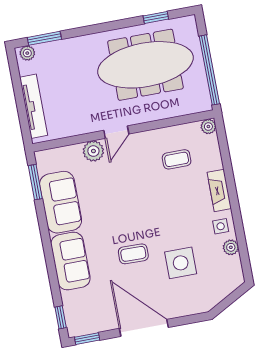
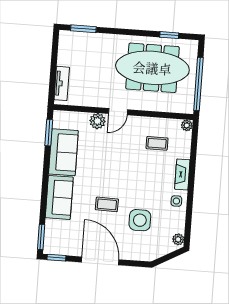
plant: (27, 53) -> (68, 36), removed
tv unit: (34, 106) -> (62, 83), width x0.71
plant: (231, 247) -> (178, 239), moved
window: (61, 317) -> (41, 237), width x1.50

